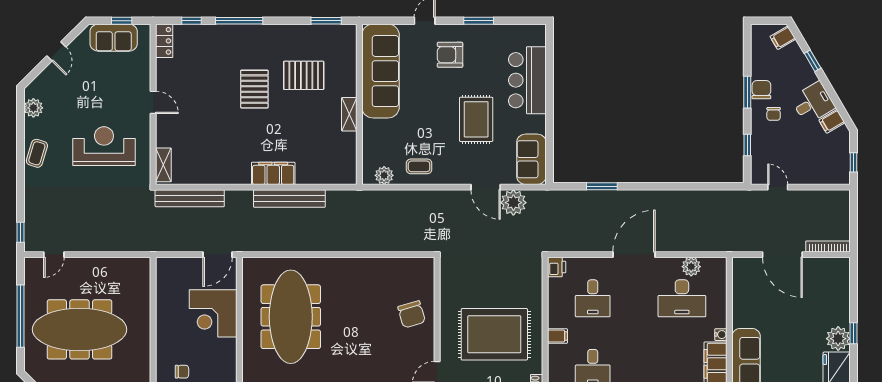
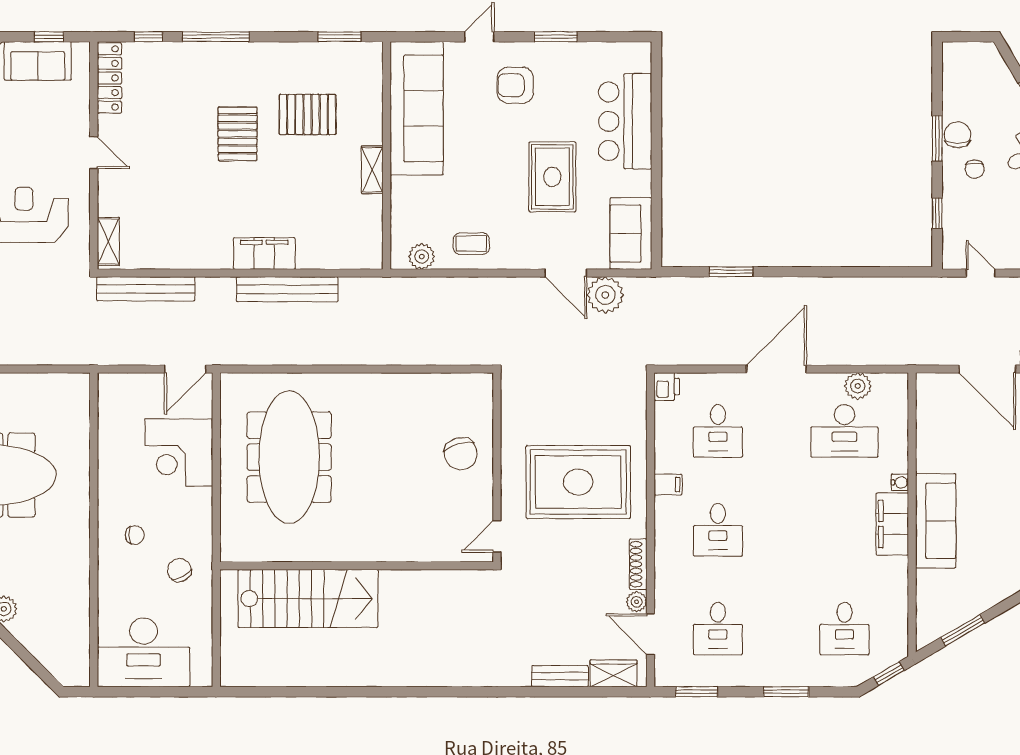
filing cabinet: (783, 38) -> (988, 61), removed
locker: (164, 41) -> (109, 78), width x1.53

